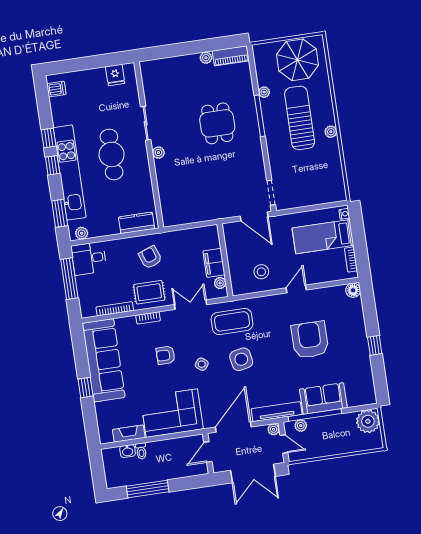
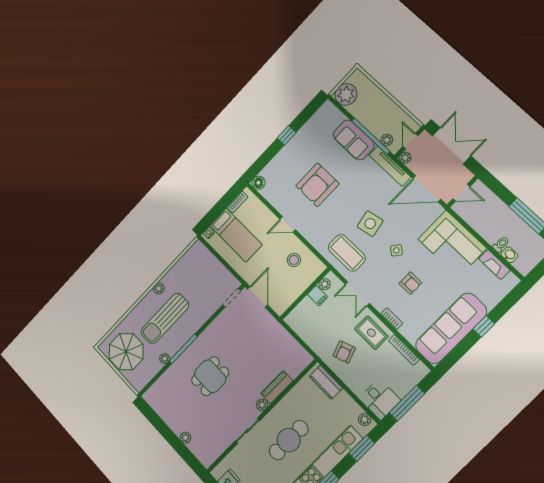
piano: (231, 56) -> (277, 387), moved, turned -90
plant: (206, 58) -> (185, 438), moved
filing cabinet: (214, 263) -> (318, 296), width x0.50

